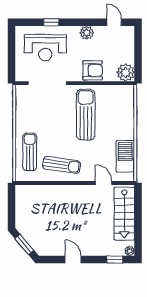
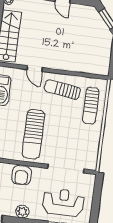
armchair: (93, 70) -> (22, 175), turned -90
door: (104, 183) -> (35, 69), moved

